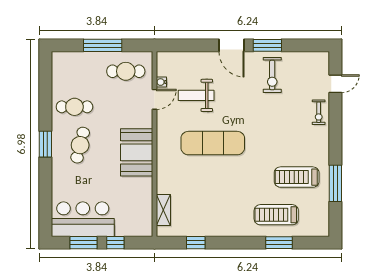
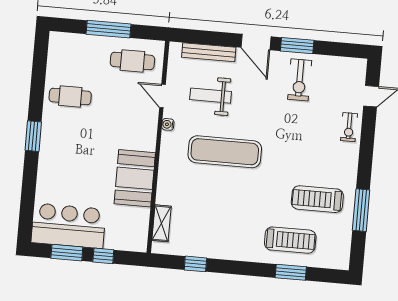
bench: (191, 58) -> (209, 52), added
water cooler: (161, 82) -> (168, 124), moved
door: (154, 99) -> (162, 96), swing flipped
cafe table: (80, 145) -> (73, 141), removed
booth: (137, 152) -> (135, 178), moved
treadmill: (276, 215) -> (290, 240), turned 180

